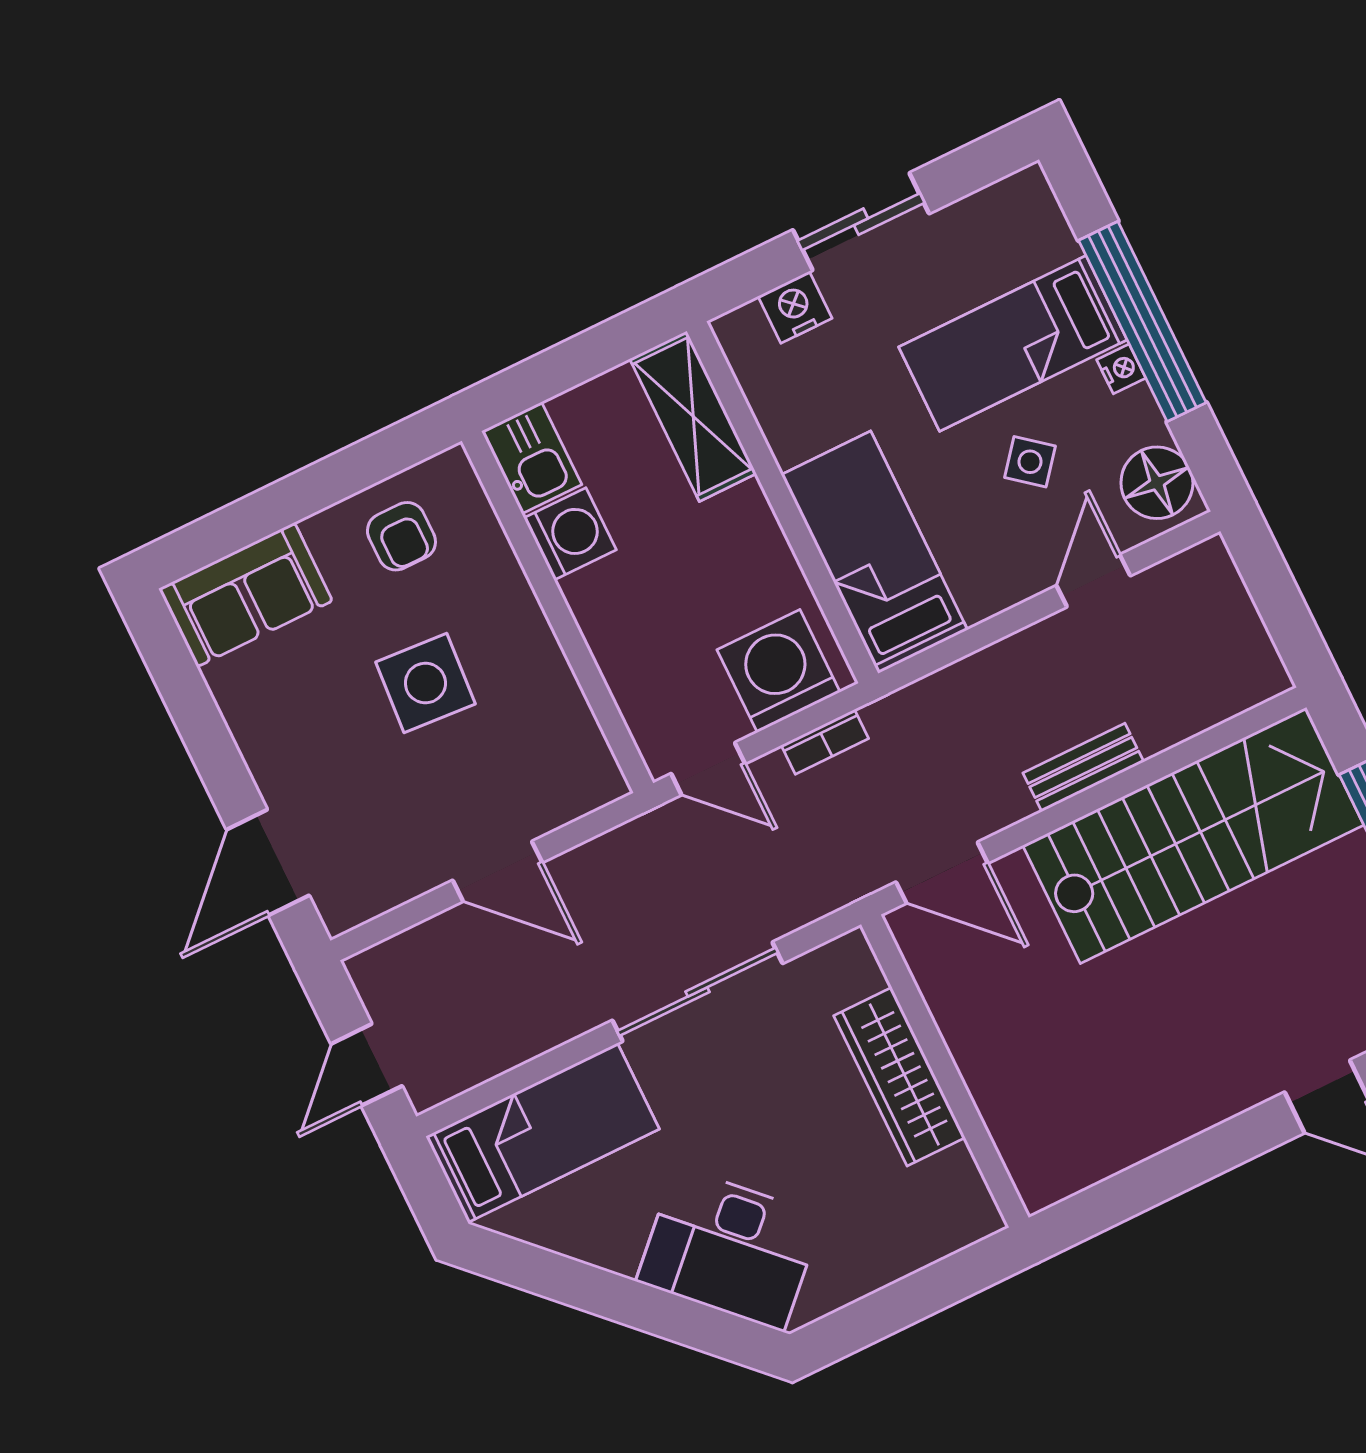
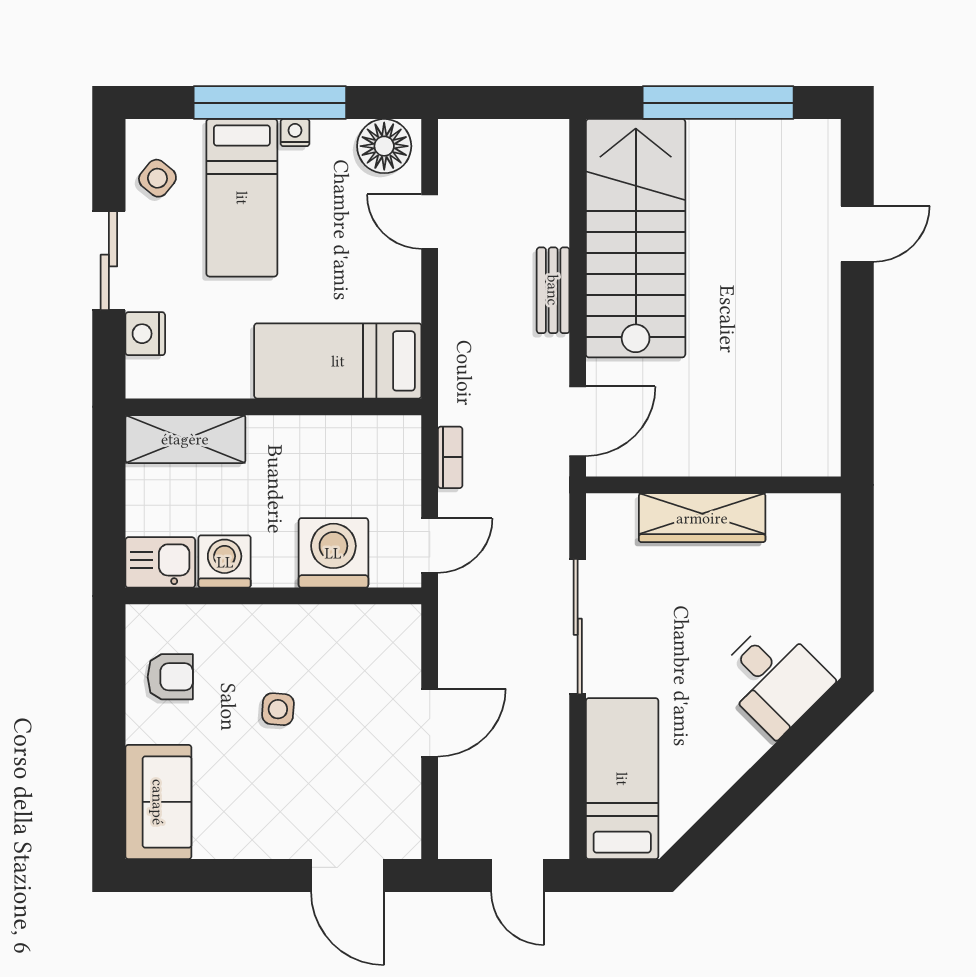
side table: (1030, 462) -> (157, 178), moved
washing machine: (779, 671) -> (333, 553), moved, turned 90
side table: (425, 683) -> (278, 709), width x0.54, depth x0.54
desk: (730, 1249) -> (774, 679), width x0.73

